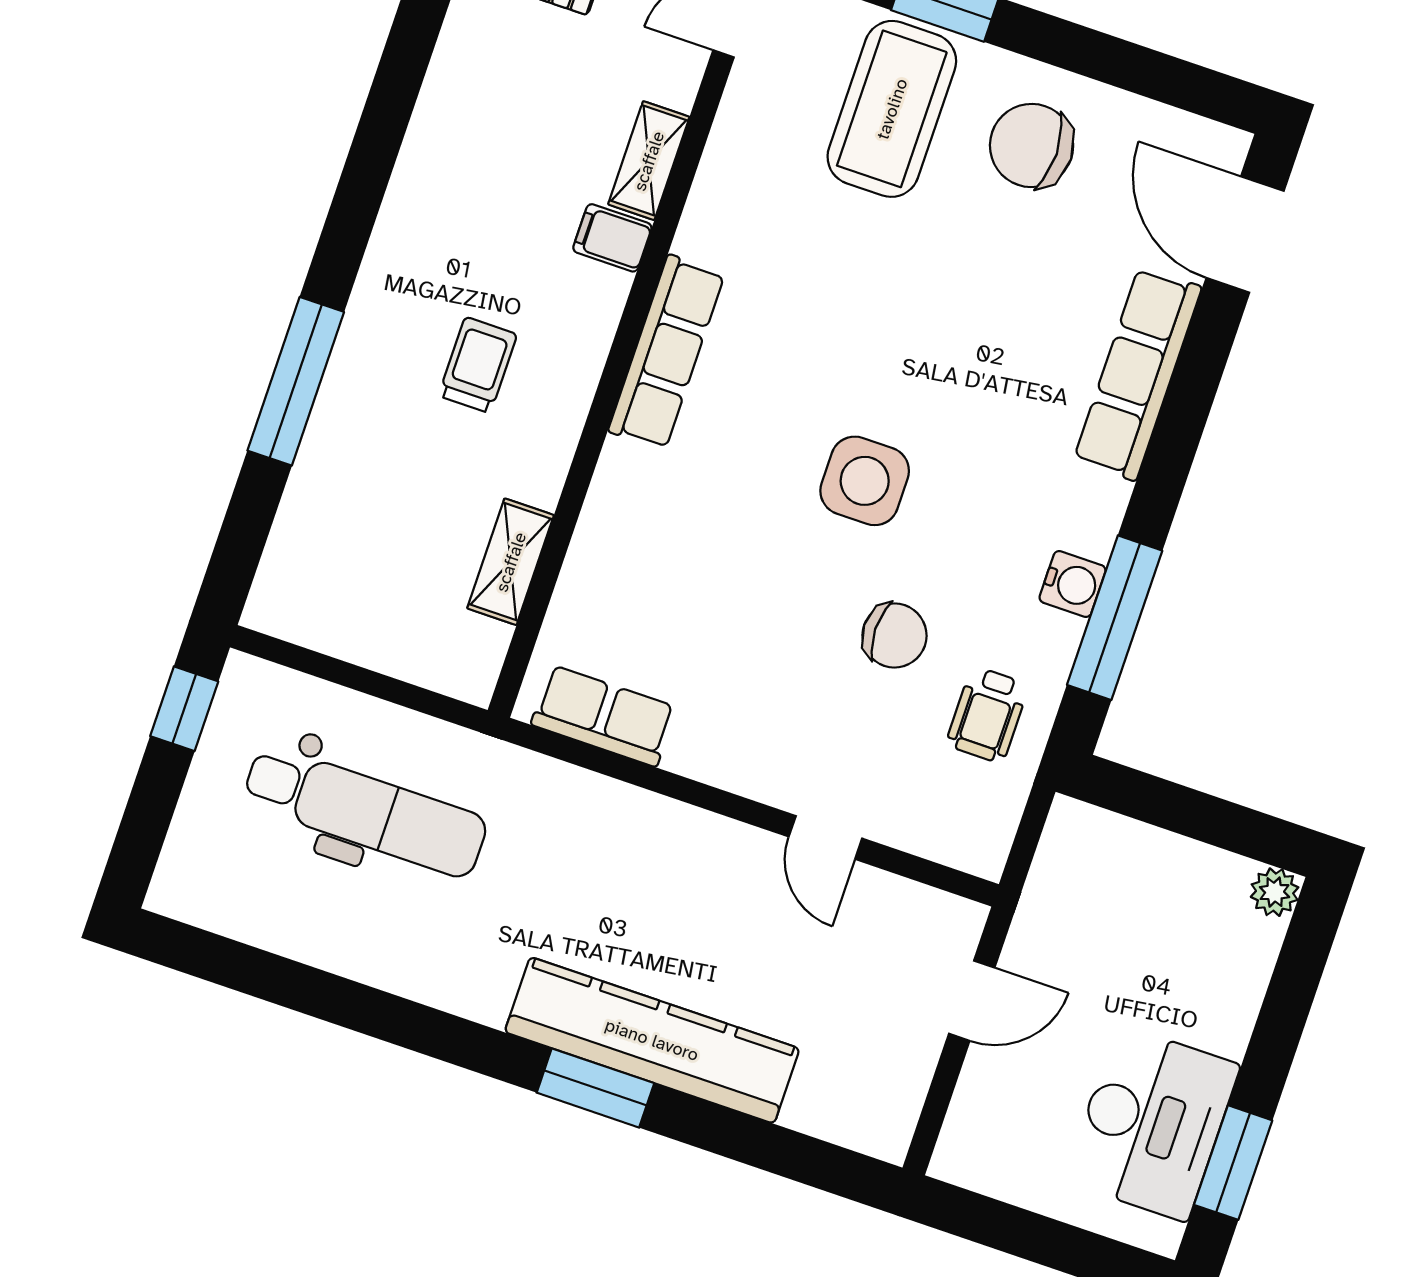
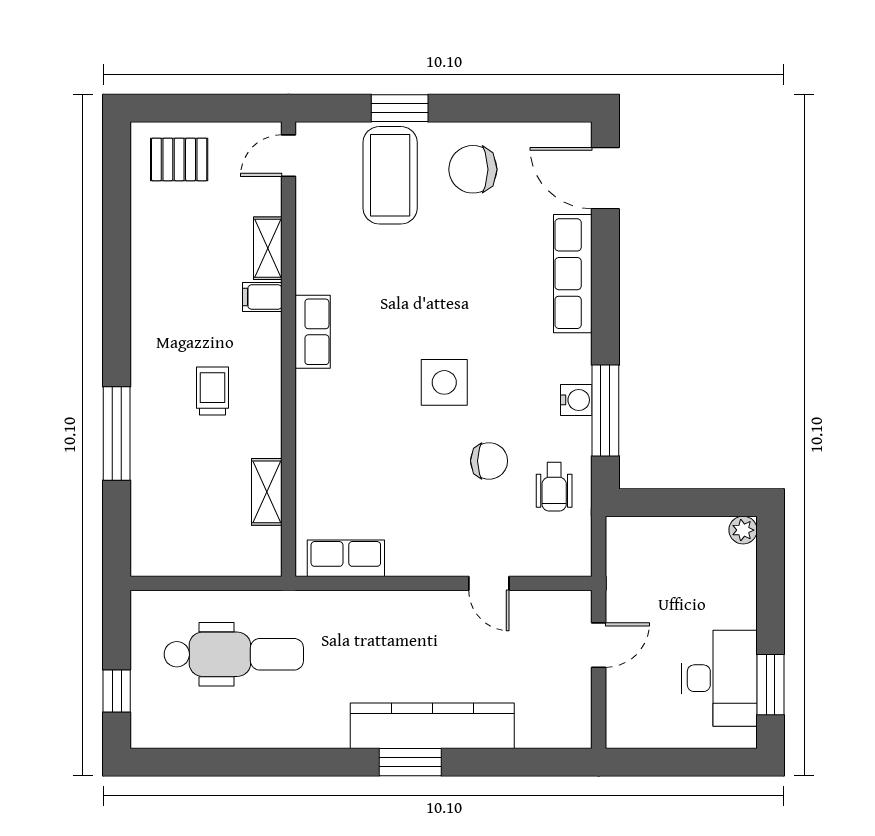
row of seats: (666, 352) -> (313, 332), width x0.68
window: (184, 709) -> (117, 691), moved

